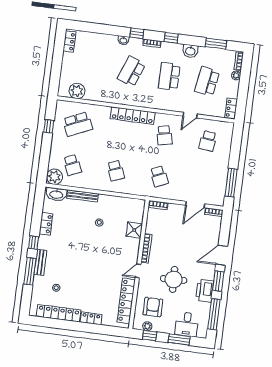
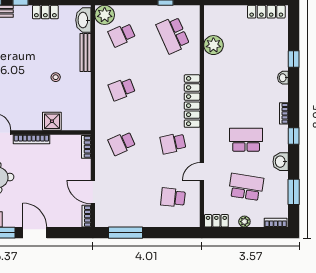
window: (137, 33) -> (294, 59), moved
locker: (69, 41) -> (266, 12), width x1.53
school desk: (131, 71) -> (246, 93), removed
plant: (236, 75) -> (244, 222), moved
plant: (77, 91) -> (213, 45), moved
door: (190, 115) -> (202, 171), hinge flipped

